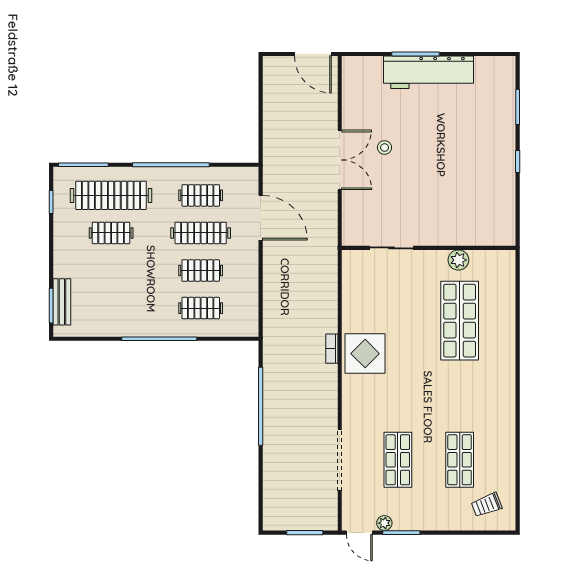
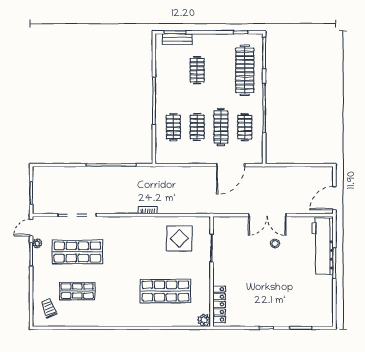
workbench: (429, 72) -> (323, 246), moved
clothes rail: (111, 233) -> (197, 70), moved
locker: (481, 236) -> (219, 304), added
plant: (458, 260) -> (204, 320), moved
display table: (365, 354) -> (179, 238), moved
shop shelf: (398, 460) -> (77, 252), width x1.43, depth x1.36

